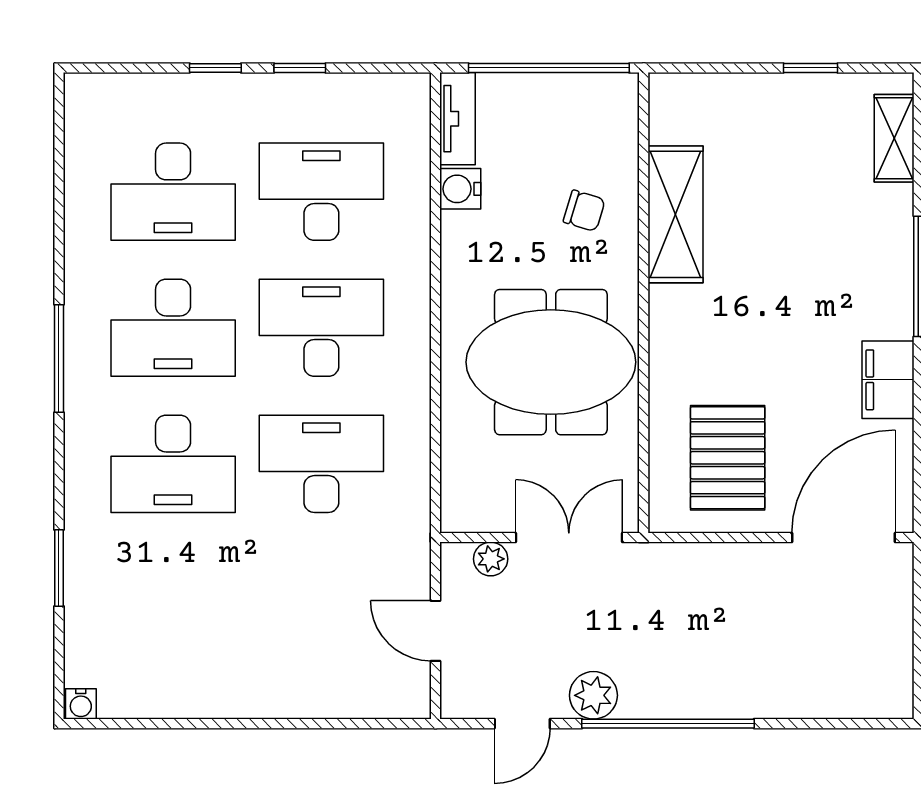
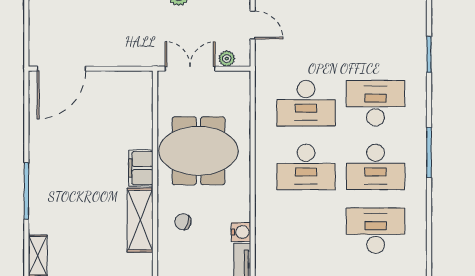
desk: (321, 192) -> (306, 231), removed
desk: (173, 328) -> (376, 167), turned 180
filing cabinet: (888, 380) -> (141, 168), moved, turned 180
pallet: (728, 458) -> (116, 106), removed
double door: (569, 538) -> (190, 69), swing flipped

